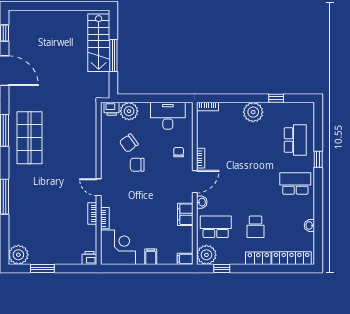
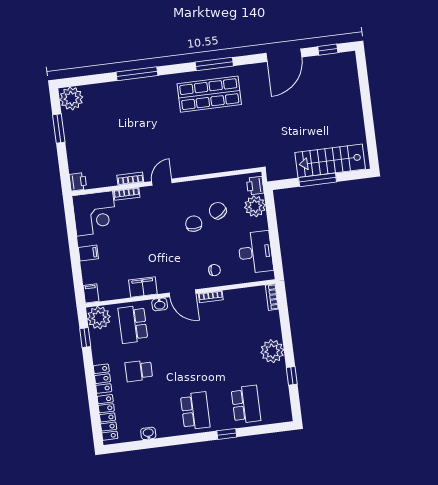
school desk: (295, 140) -> (246, 404), turned -90
school desk: (216, 227) -> (133, 324), turned 180

